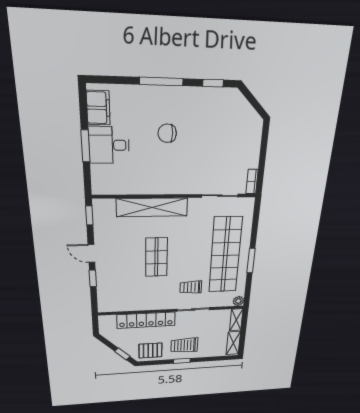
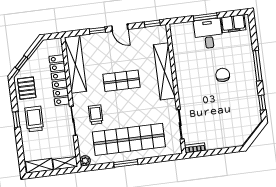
door: (91, 253) -> (120, 28), swing flipped
shelving: (130, 303) -> (75, 64), added

